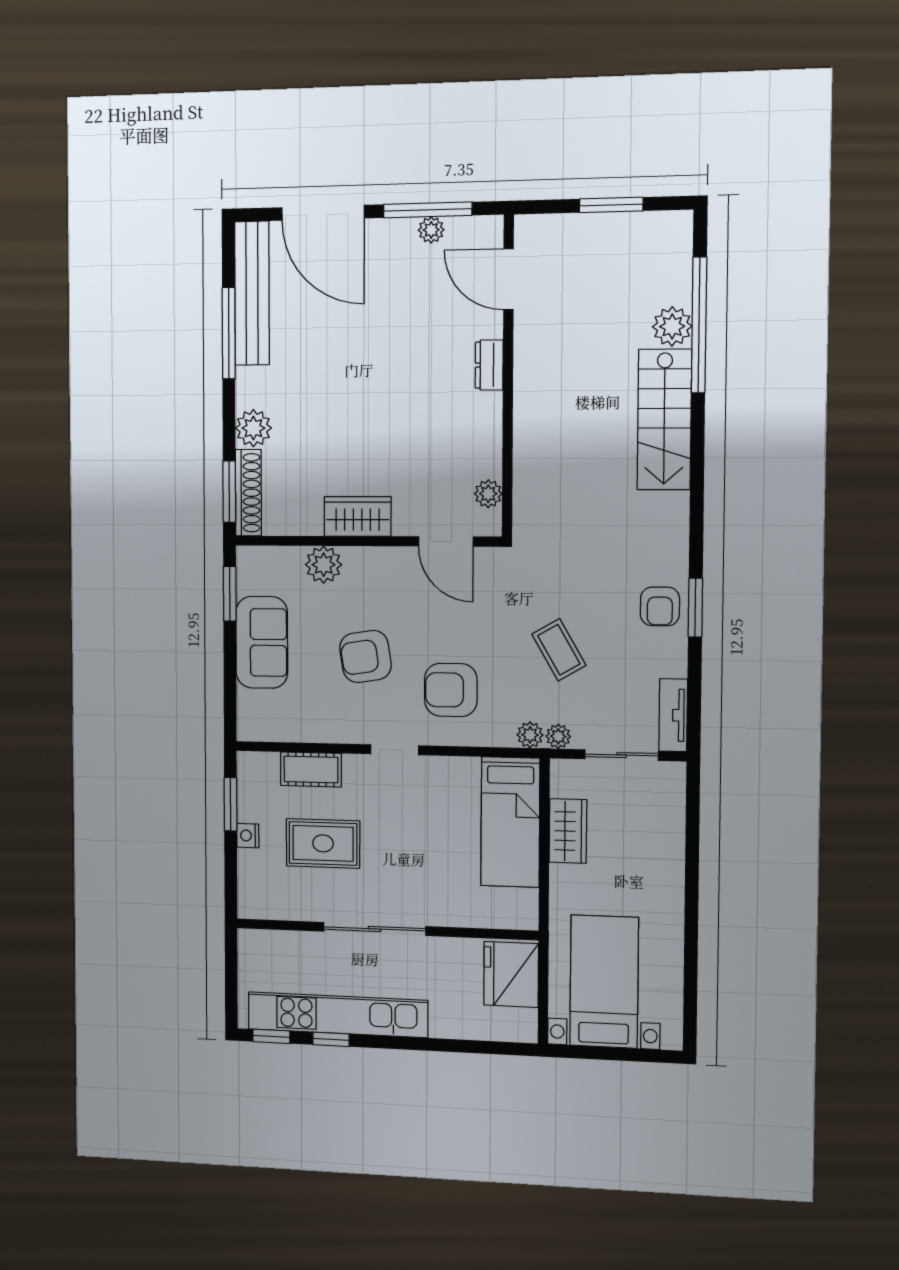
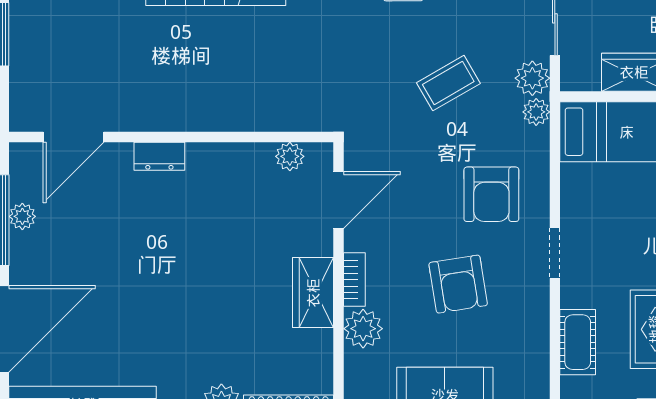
bookcase: (370, 556) -> (354, 280), added
plant: (558, 736) -> (532, 78), width x1.38, depth x1.38

